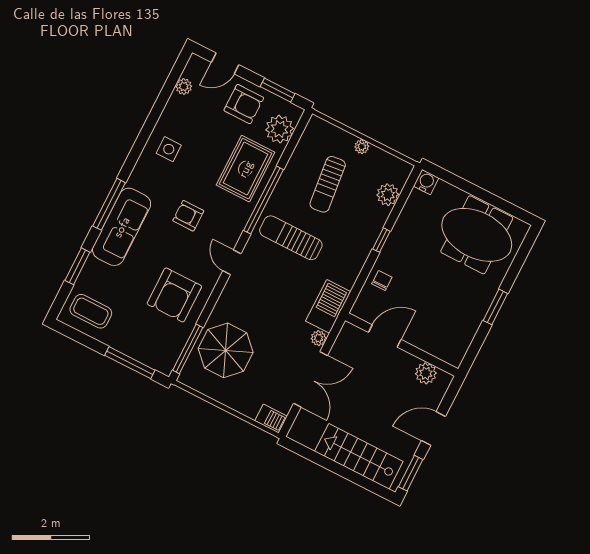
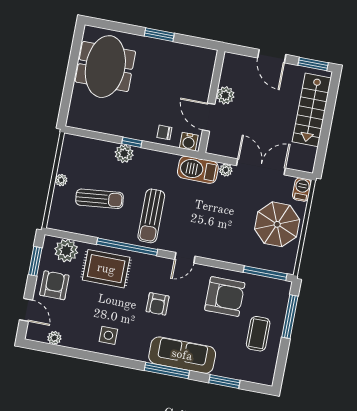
water cooler: (426, 182) -> (189, 142), moved, turned -90
plant: (388, 195) -> (124, 154), moved
coffee table: (91, 311) -> (258, 334), moved
parasol: (226, 350) -> (277, 224), moved
plant: (426, 373) -> (225, 95), moved

